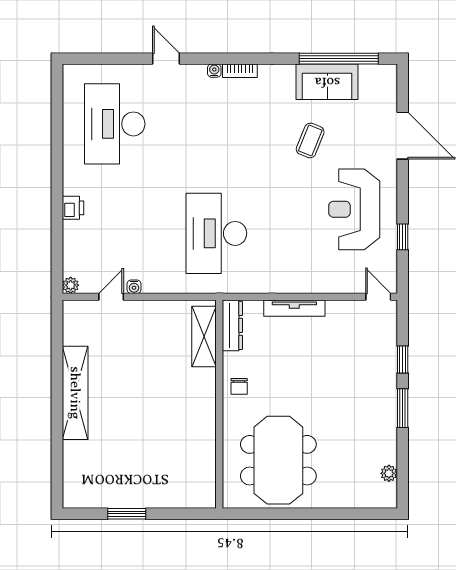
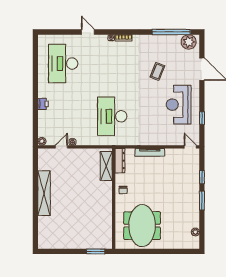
plant: (375, 79) -> (189, 42), added
sofa: (327, 82) -> (166, 43), removed
window: (127, 514) -> (96, 251), moved

